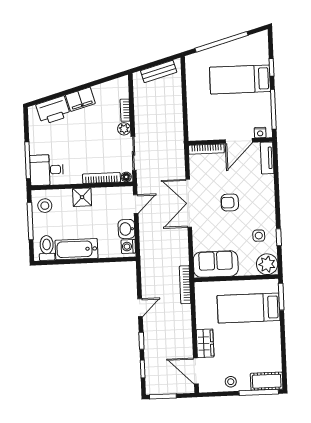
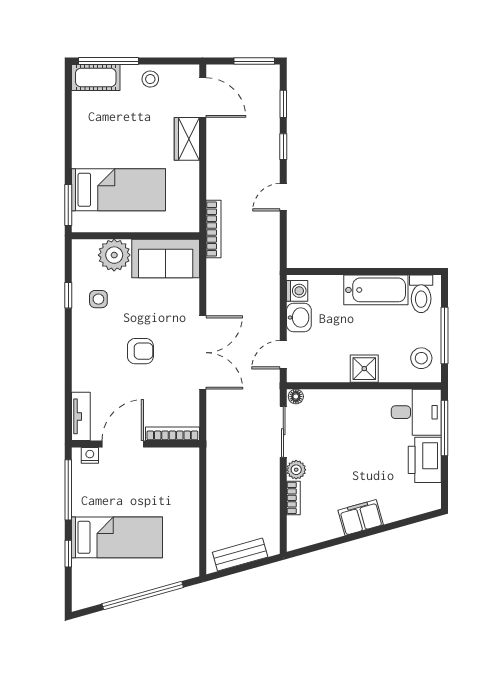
printer: (53, 110) -> (425, 460), moved, turned -74
bookcase: (101, 178) -> (334, 396), removed
plant: (267, 264) -> (114, 255), moved

